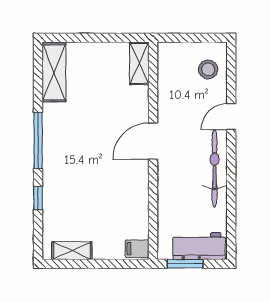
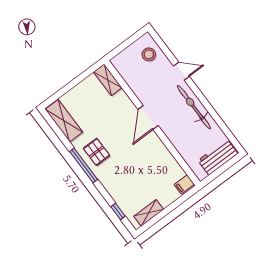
door: (231, 117) -> (181, 71), swing flipped
pallet: (65, 136) -> (97, 152), added
window: (38, 198) -> (118, 211), moved
window: (185, 264) -> (217, 173), removed

